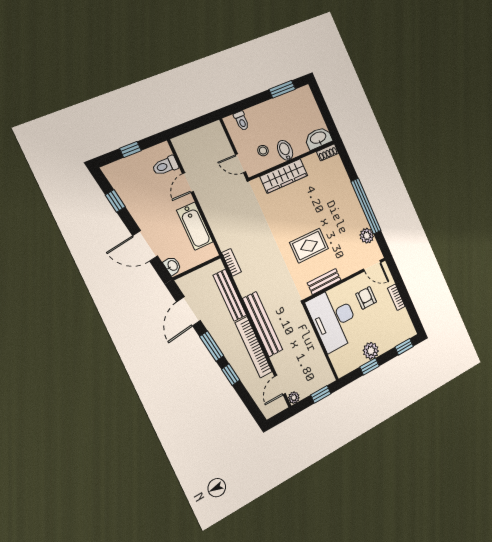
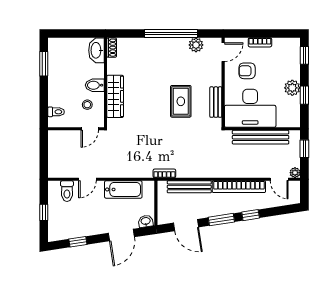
door: (188, 183) -> (87, 179), hinge flipped
bench: (263, 324) -> (261, 137), moved

